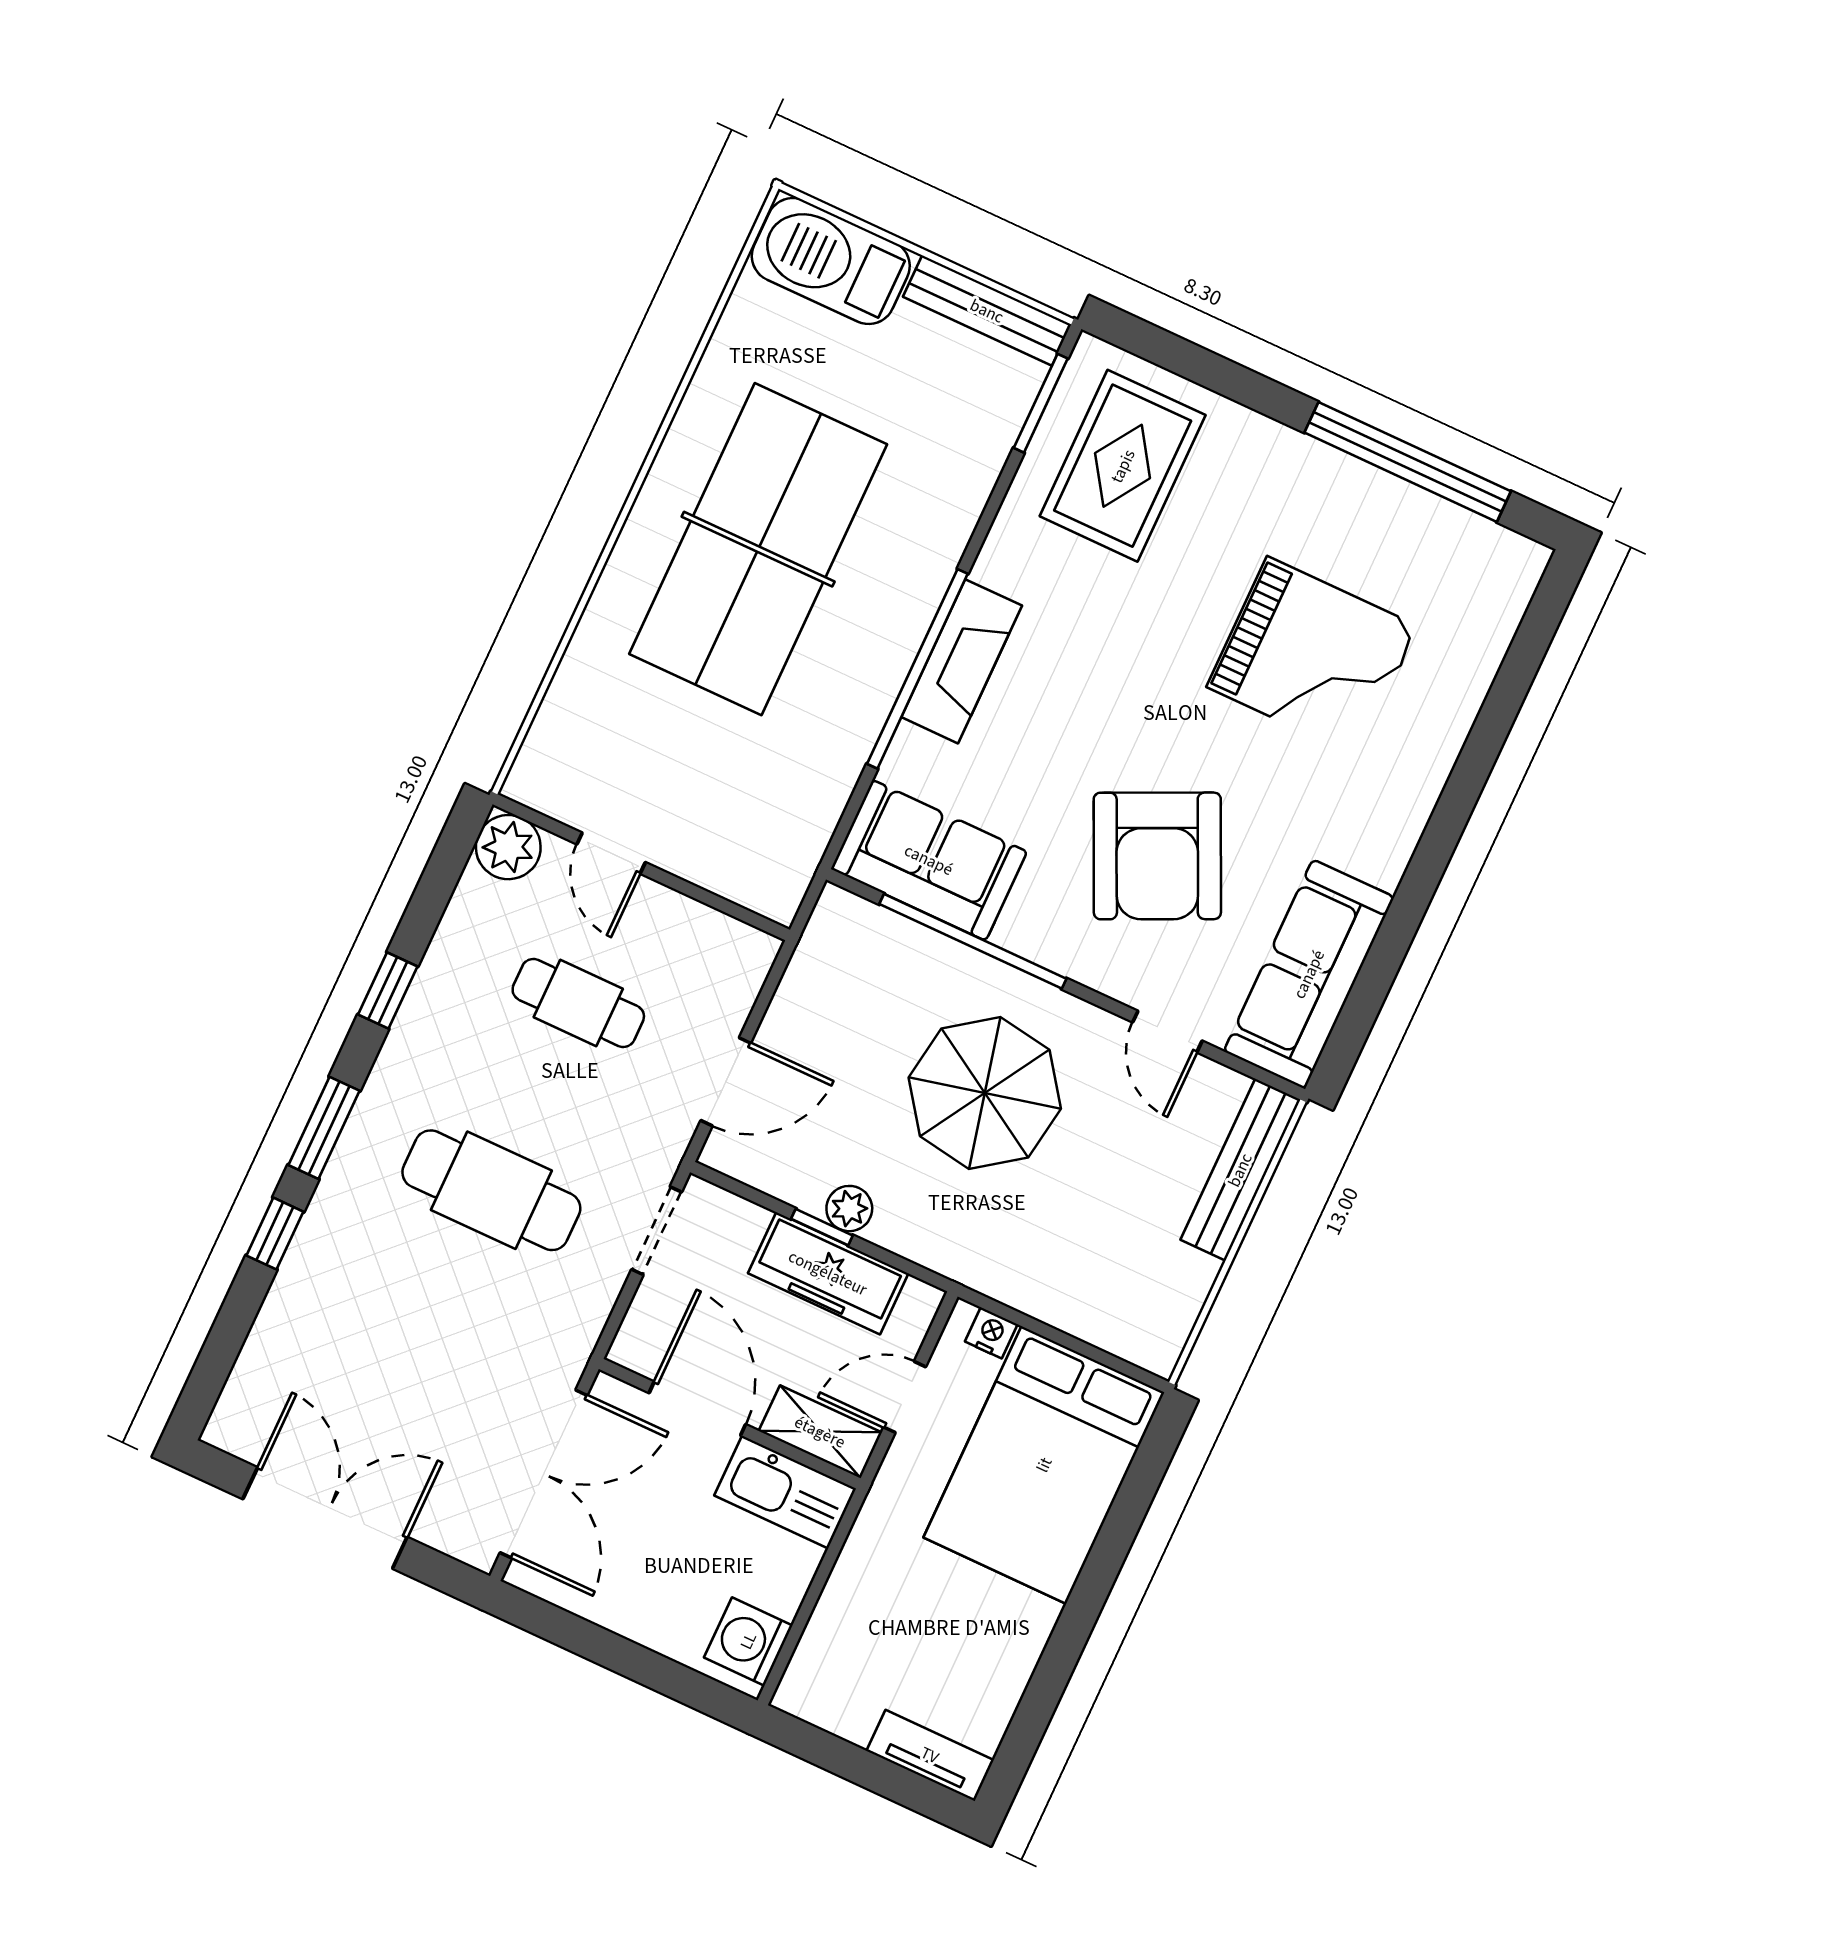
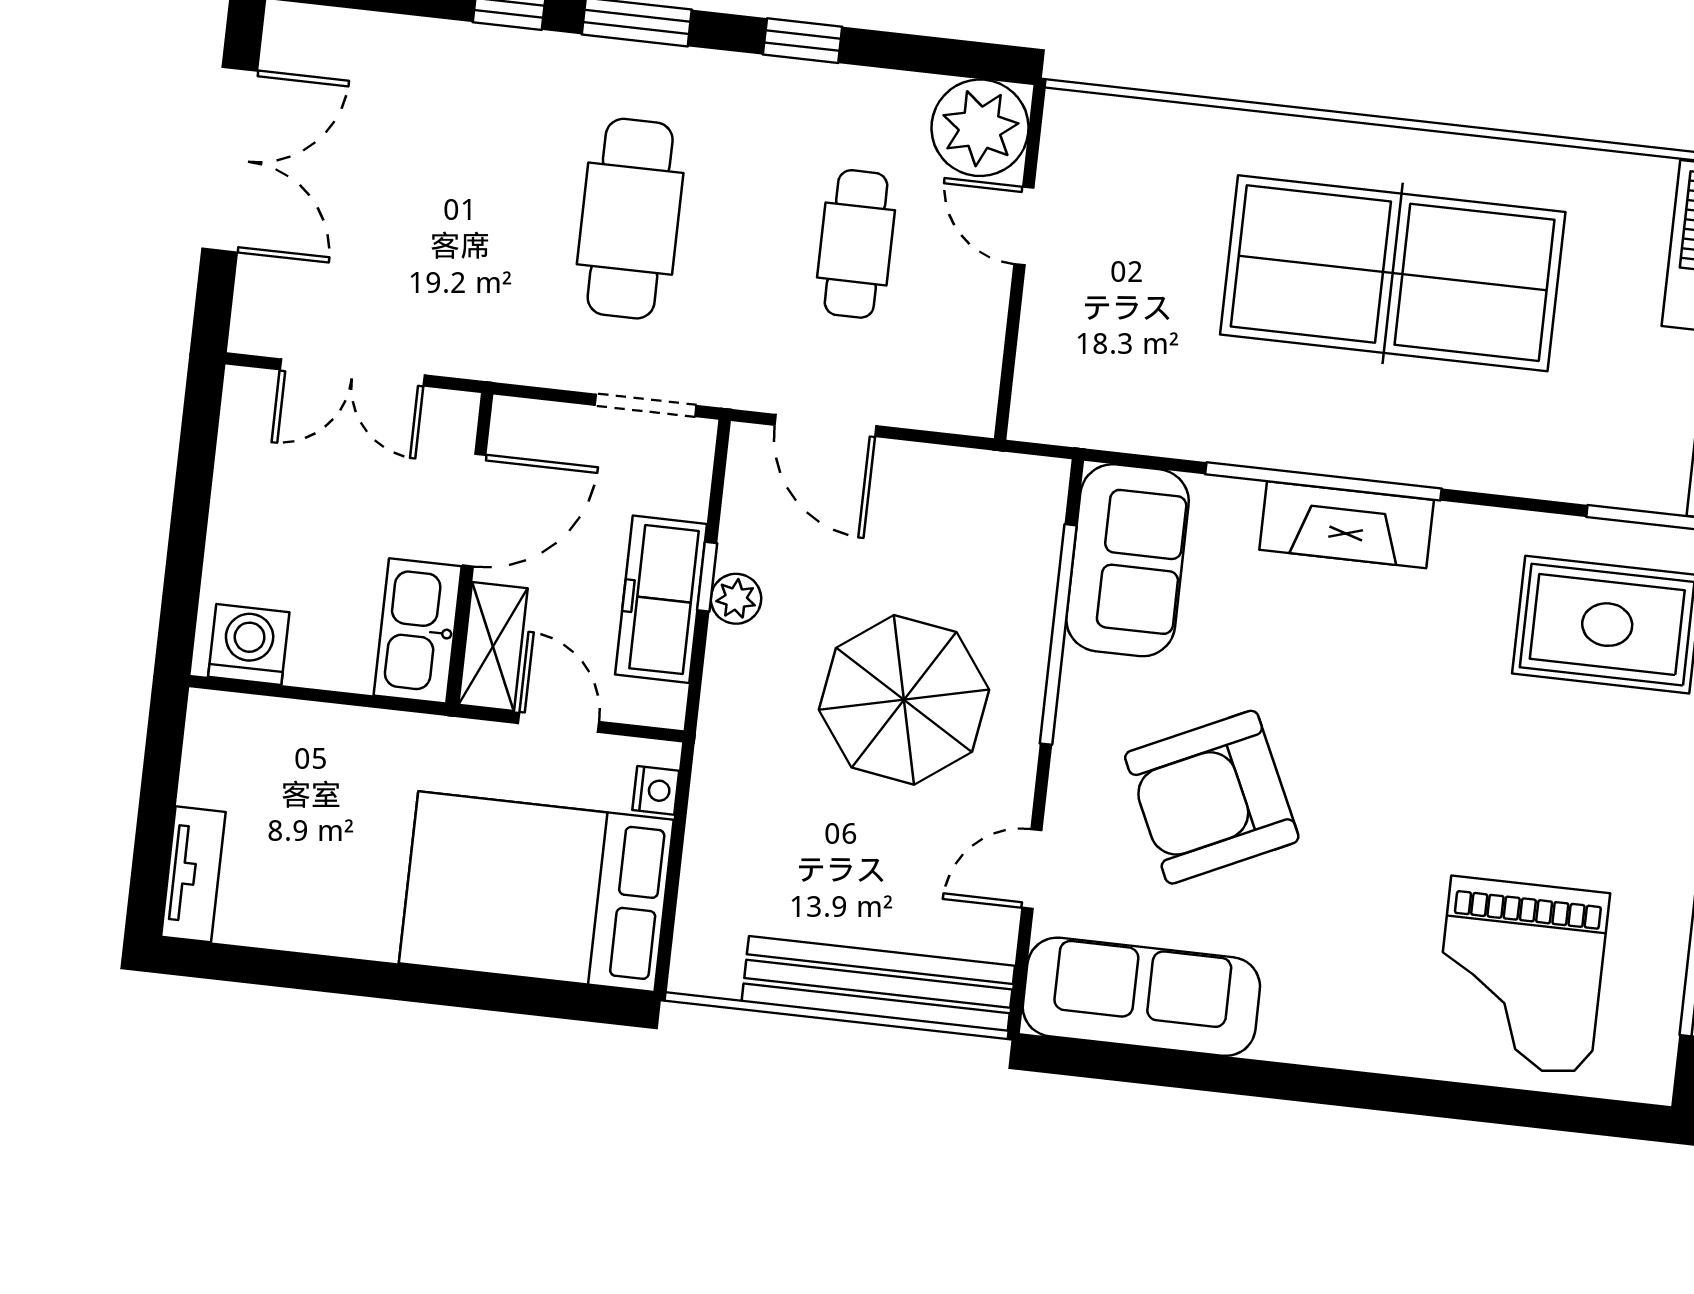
grand piano: (1312, 657) -> (1521, 976), moved
plant: (508, 847) -> (980, 128), width x1.36, depth x1.36
door: (611, 853) -> (1024, 226), hinge flipped
bench: (1240, 1170) -> (878, 984), width x1.37, depth x1.21
double door: (544, 1474) -> (352, 372), width x0.73

